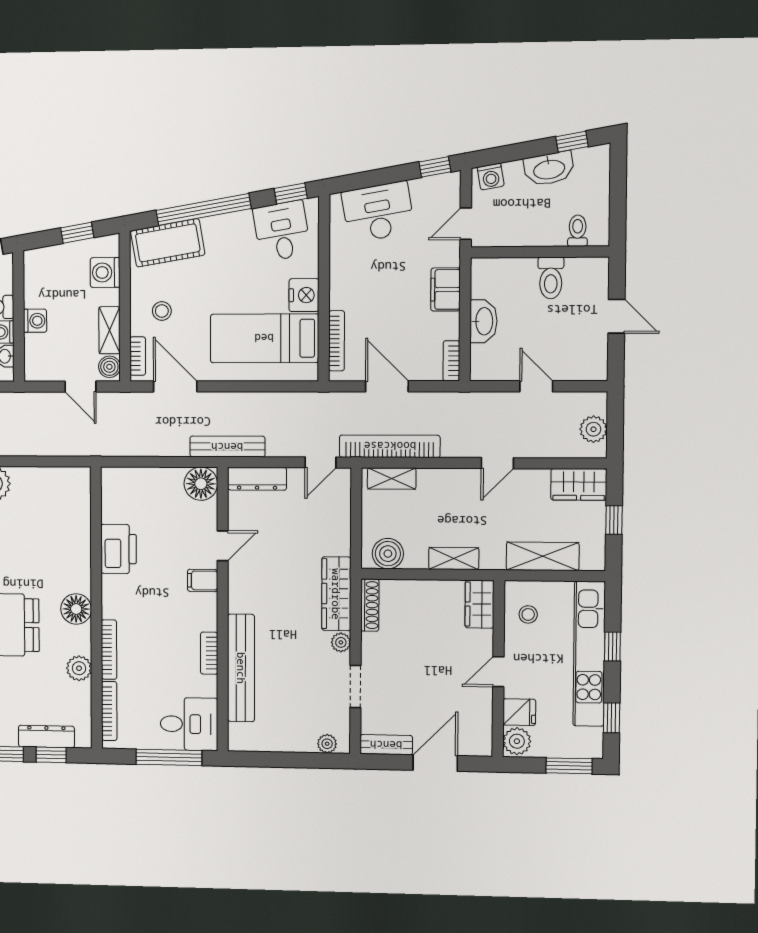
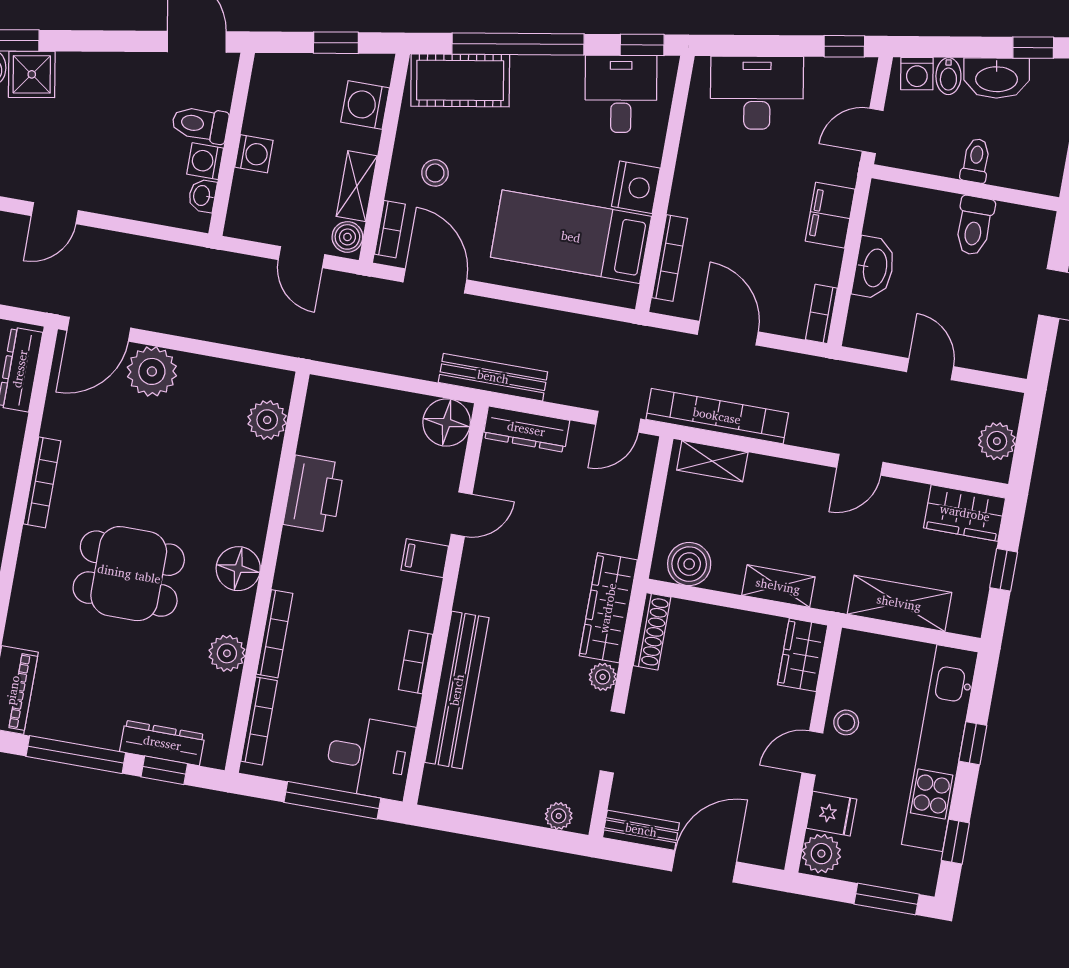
bidet: (514, 174) -> (948, 76), added
toilet: (578, 231) -> (976, 161), moved
plant: (77, 503) -> (267, 420), added
stool: (528, 614) -> (846, 722), moved

